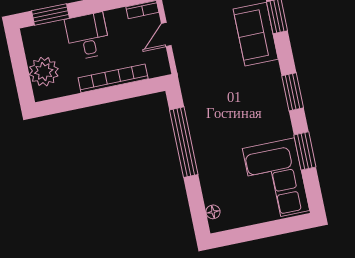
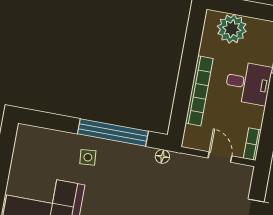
side table: (216, 156) -> (88, 157), added
floor lamp: (213, 212) -> (162, 156), moved

